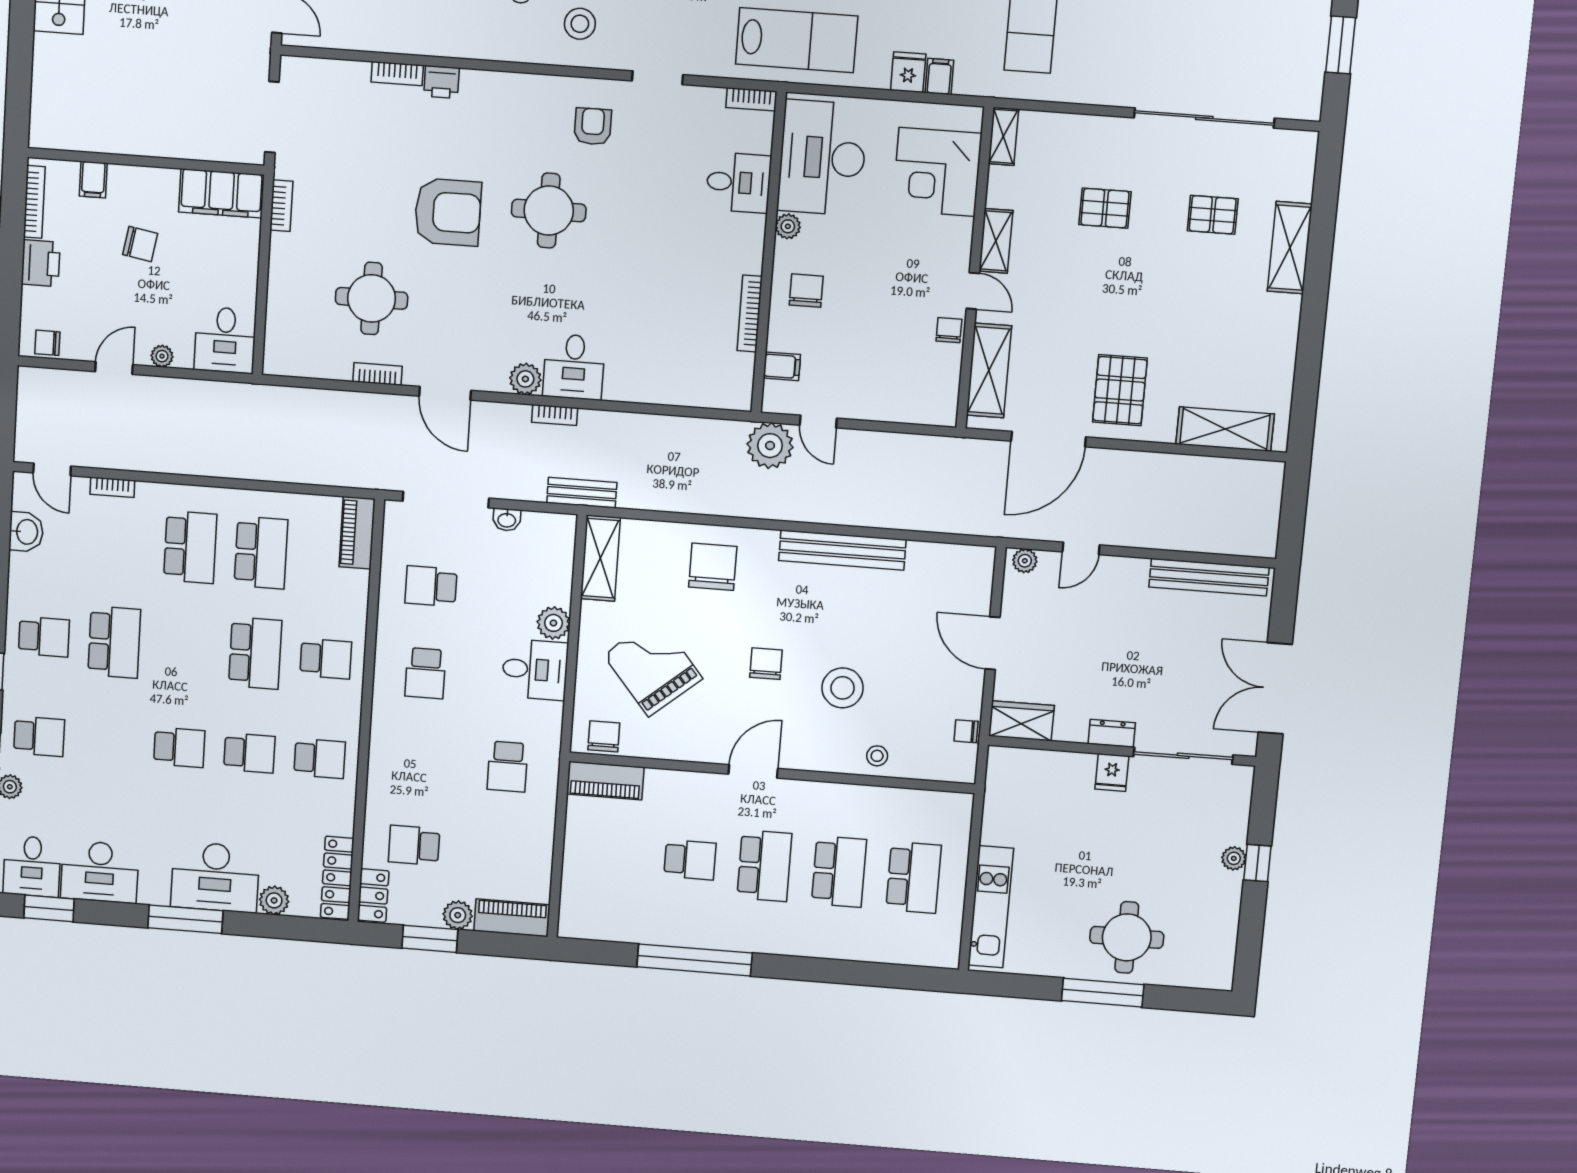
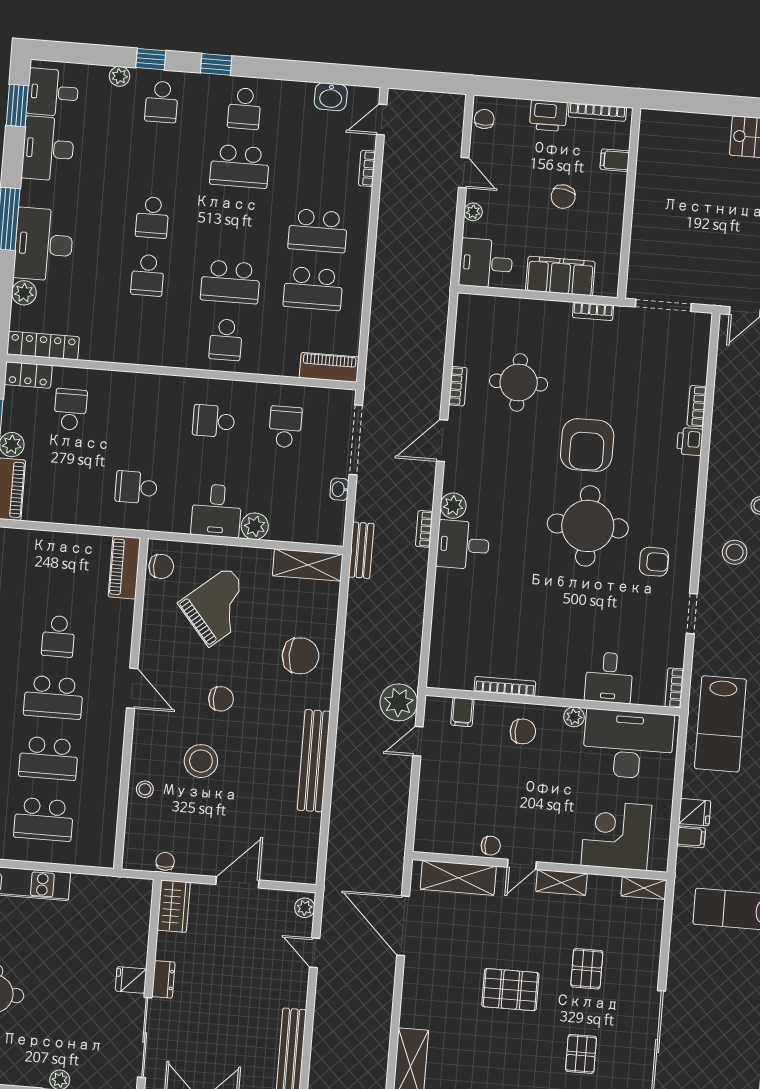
filing cabinet: (221, 193) -> (560, 276), moved, turned 90
round table: (549, 211) -> (588, 526), width x1.36, depth x1.36
pallet: (1120, 390) -> (510, 990), moved
school desk: (320, 758) -> (143, 333), removed

